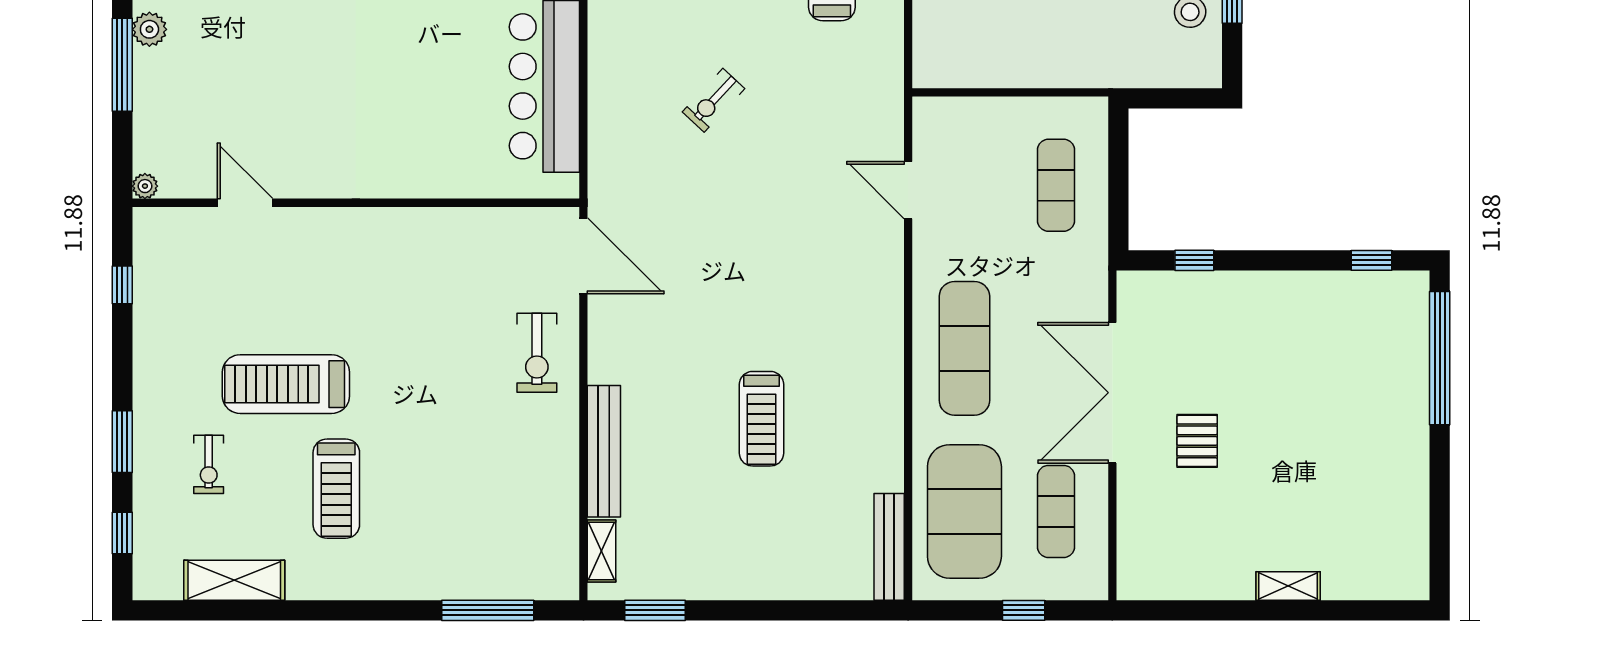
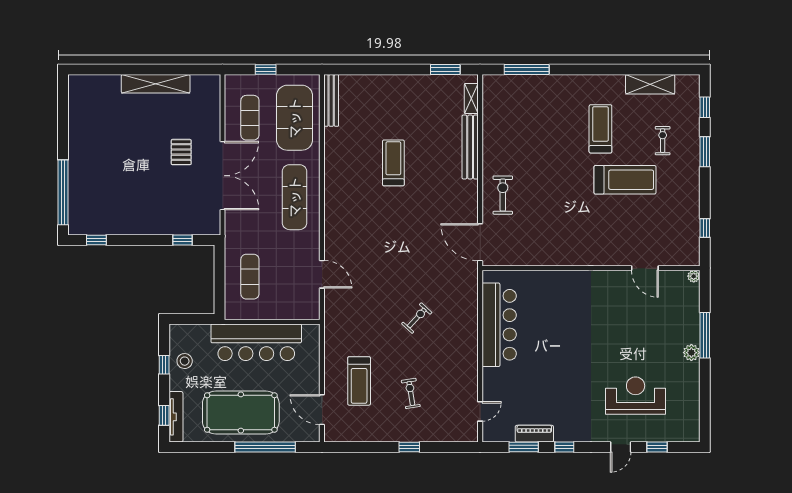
bar counter: (1043, 51) -> (256, 342), added
shelving: (1288, 586) -> (156, 84), width x2.20, depth x1.33

